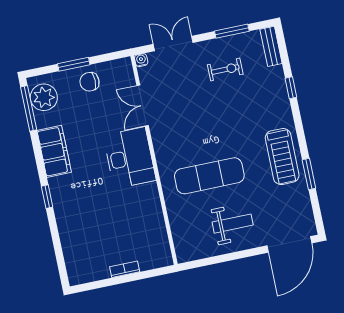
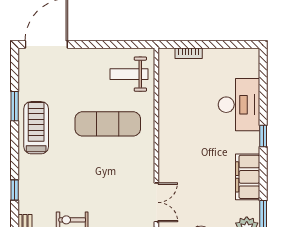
desk: (130, 158) -> (239, 105), moved, turned 180
weight bench: (233, 224) -> (129, 74), moved
bookcase: (125, 269) -> (189, 53), moved

